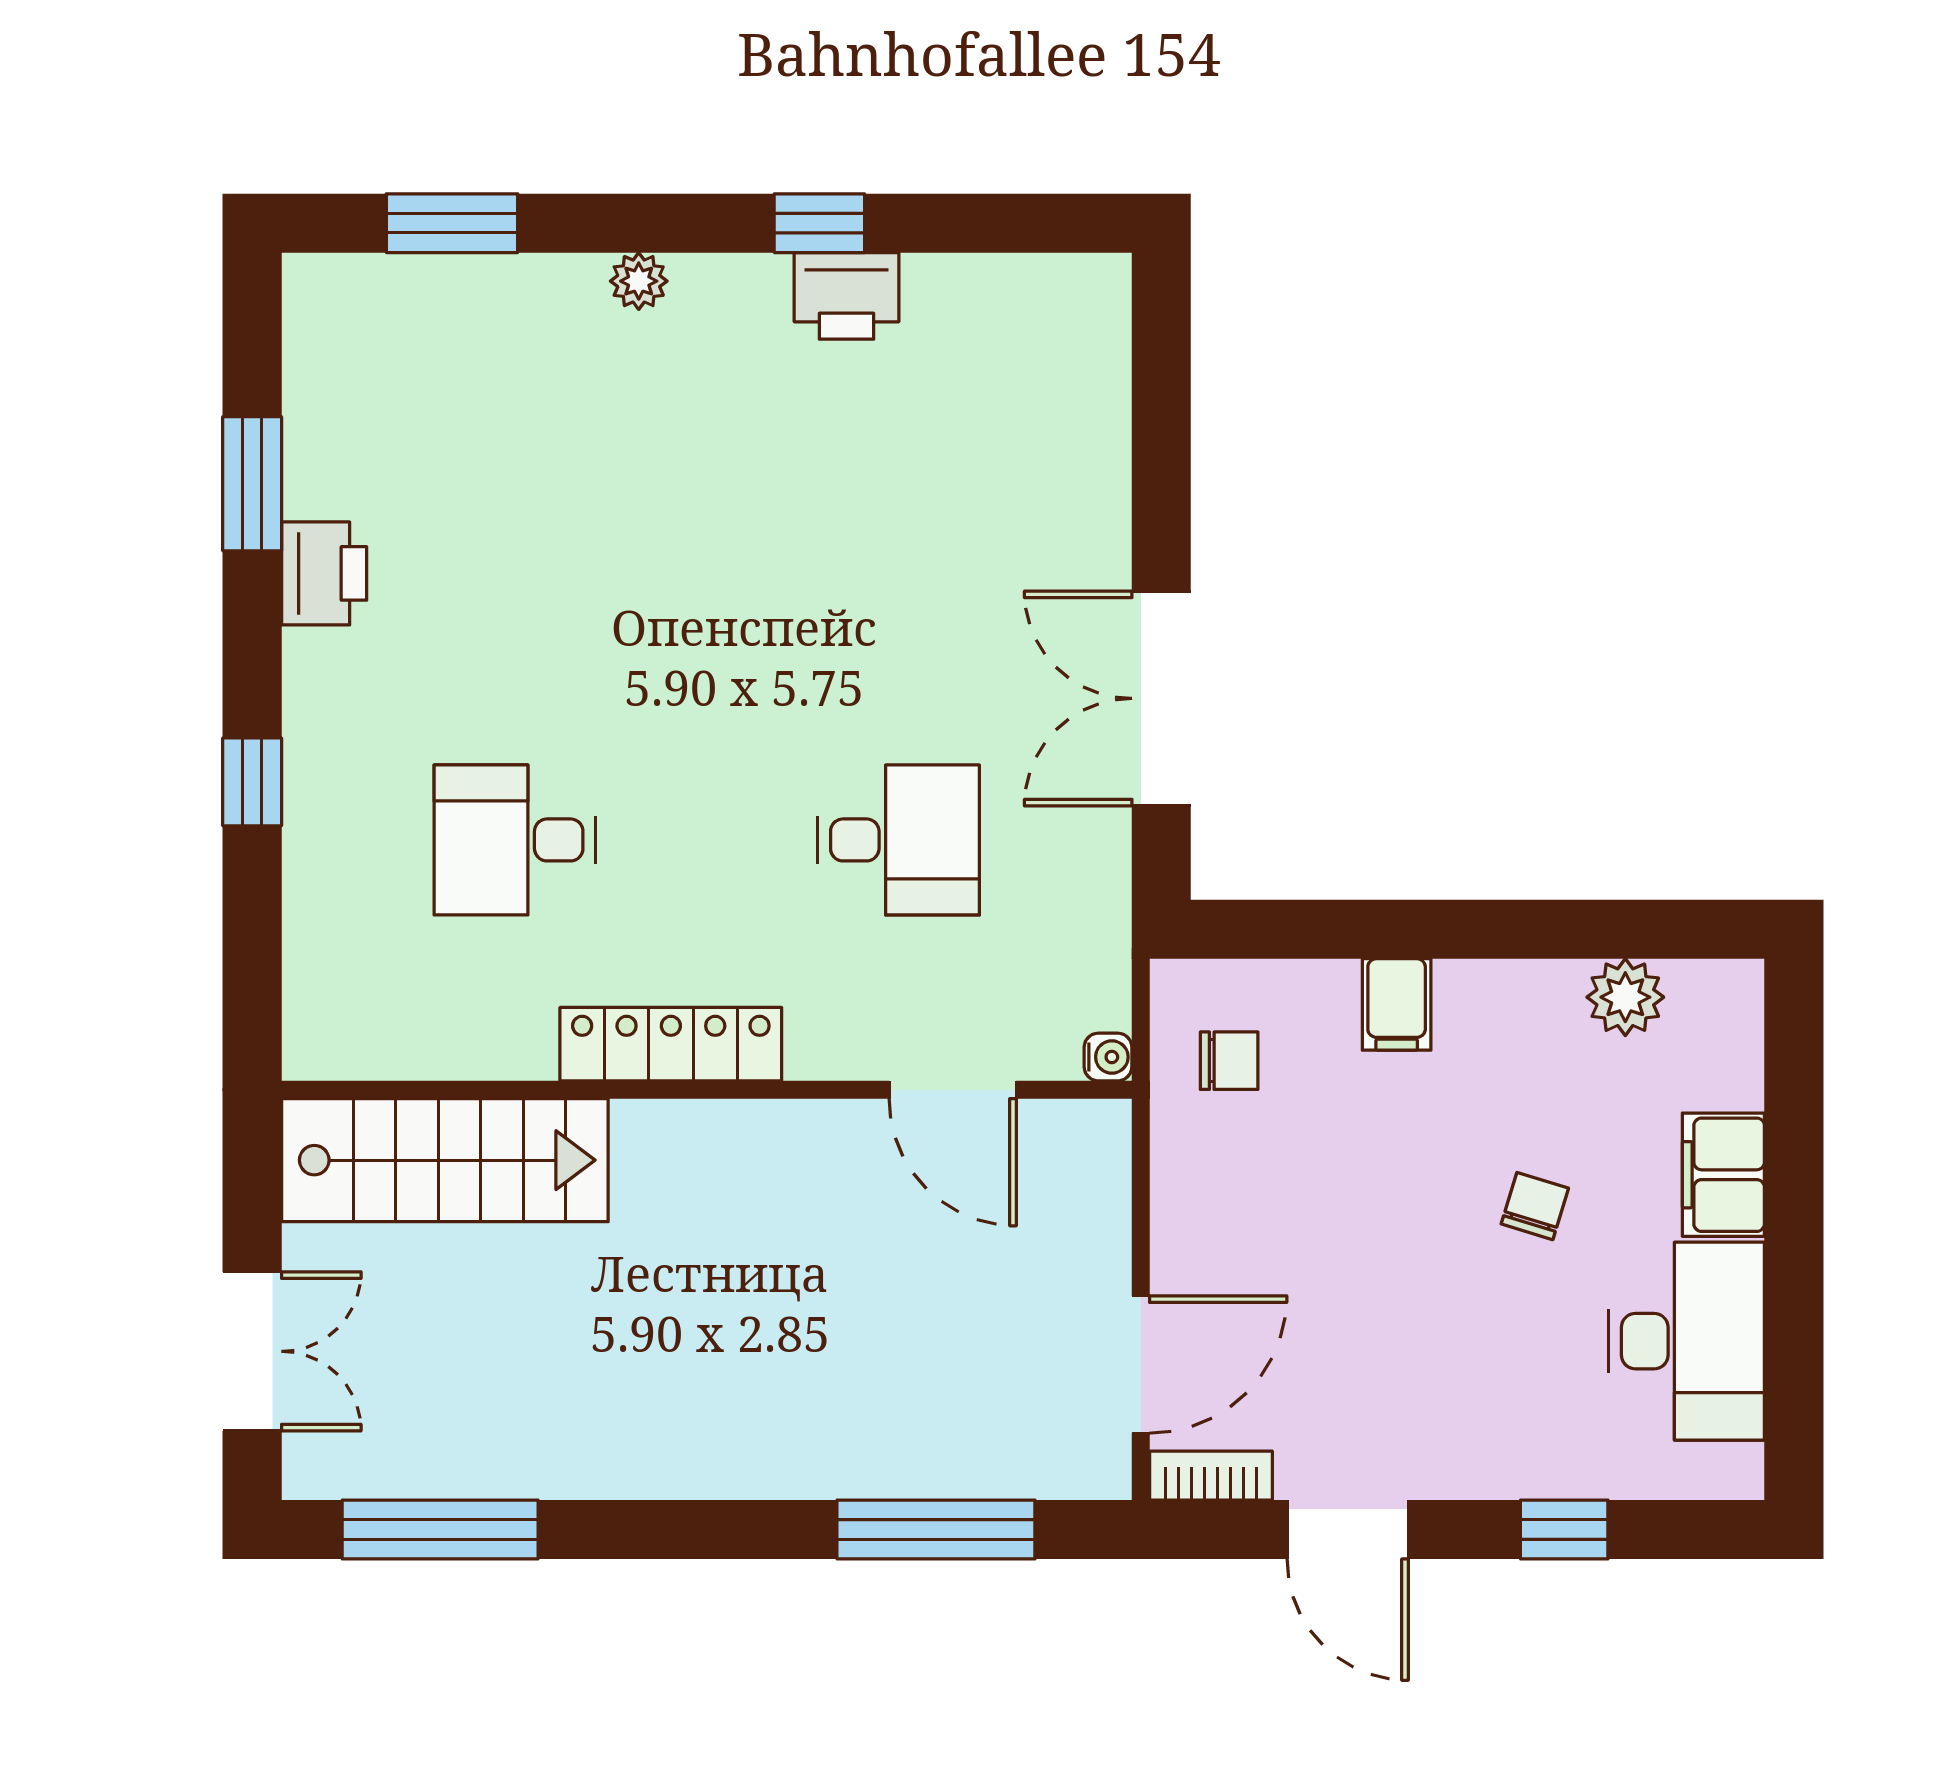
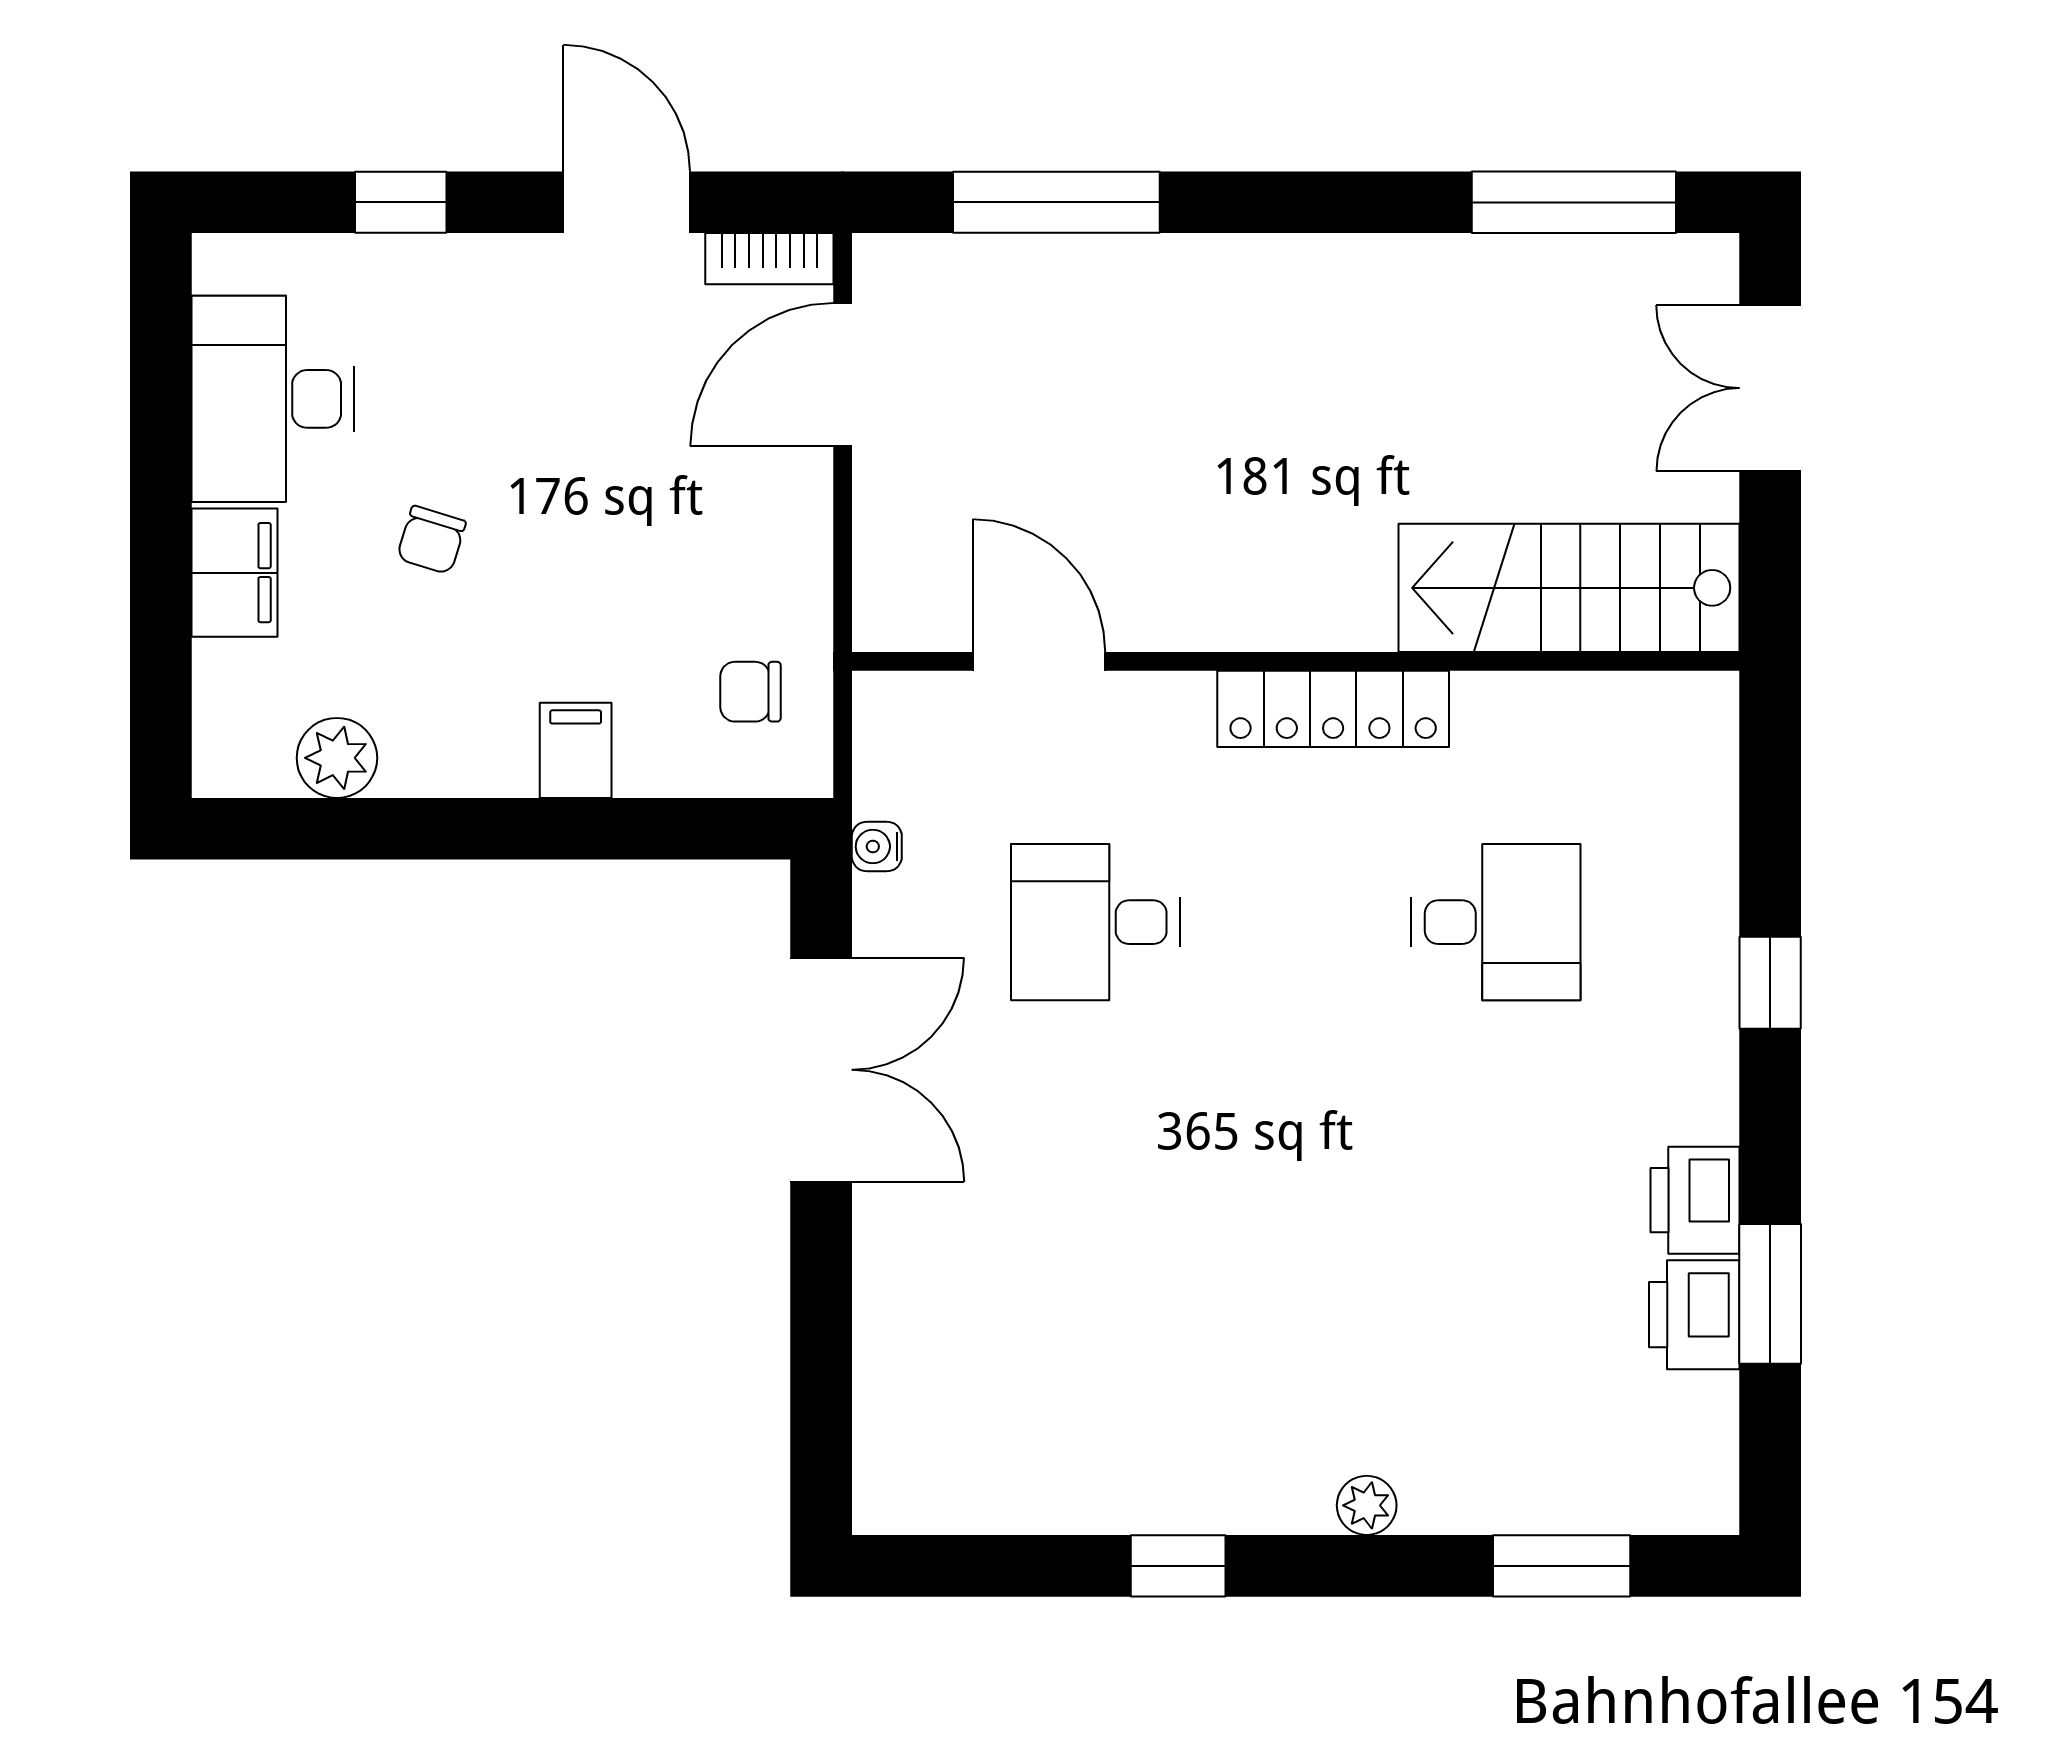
printer: (847, 296) -> (1694, 1315), moved, turned -90
water cooler: (1108, 1057) -> (877, 846), moved

